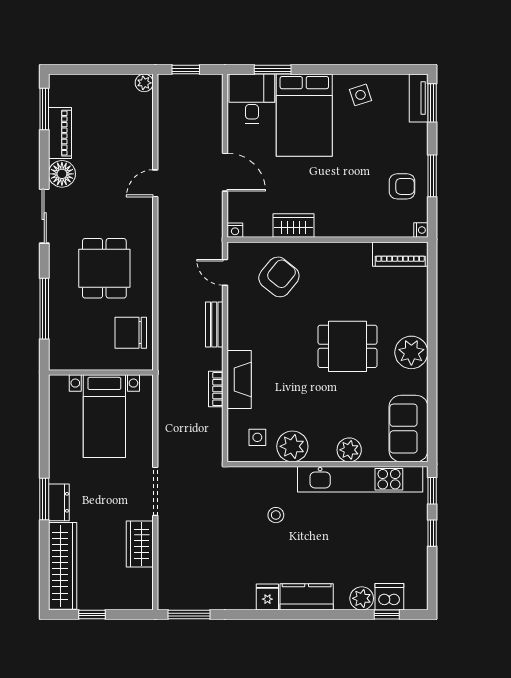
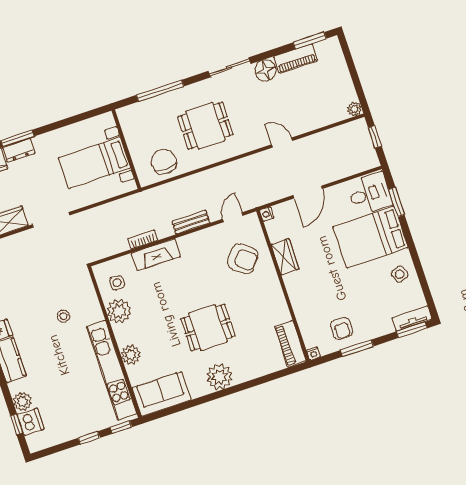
dining table: (347, 346) -> (208, 328), turned 90

